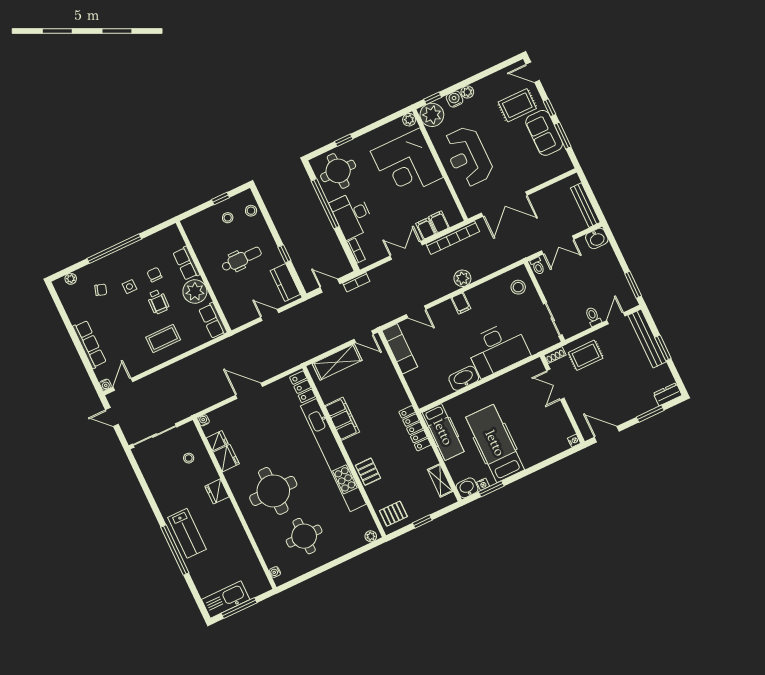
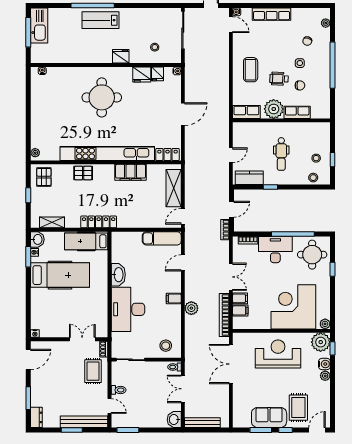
round table: (304, 536) -> (58, 104), removed

